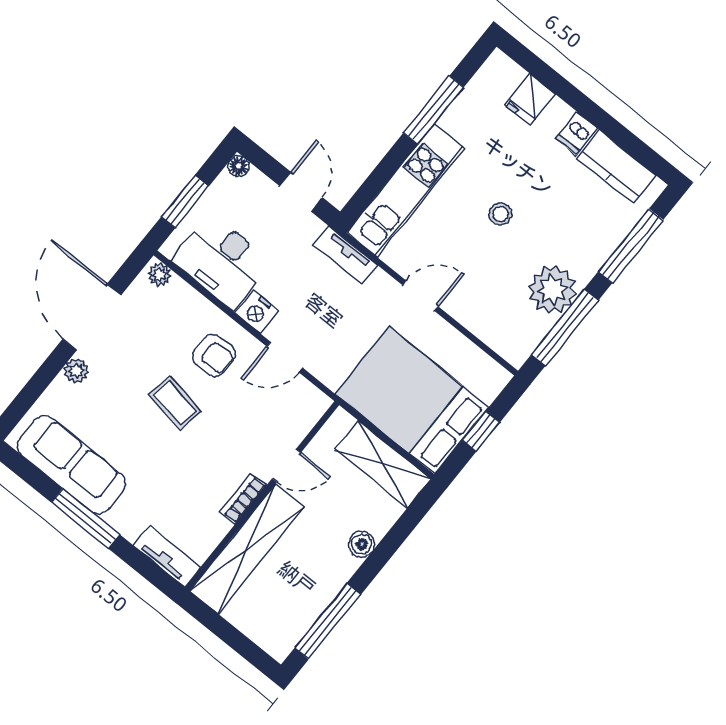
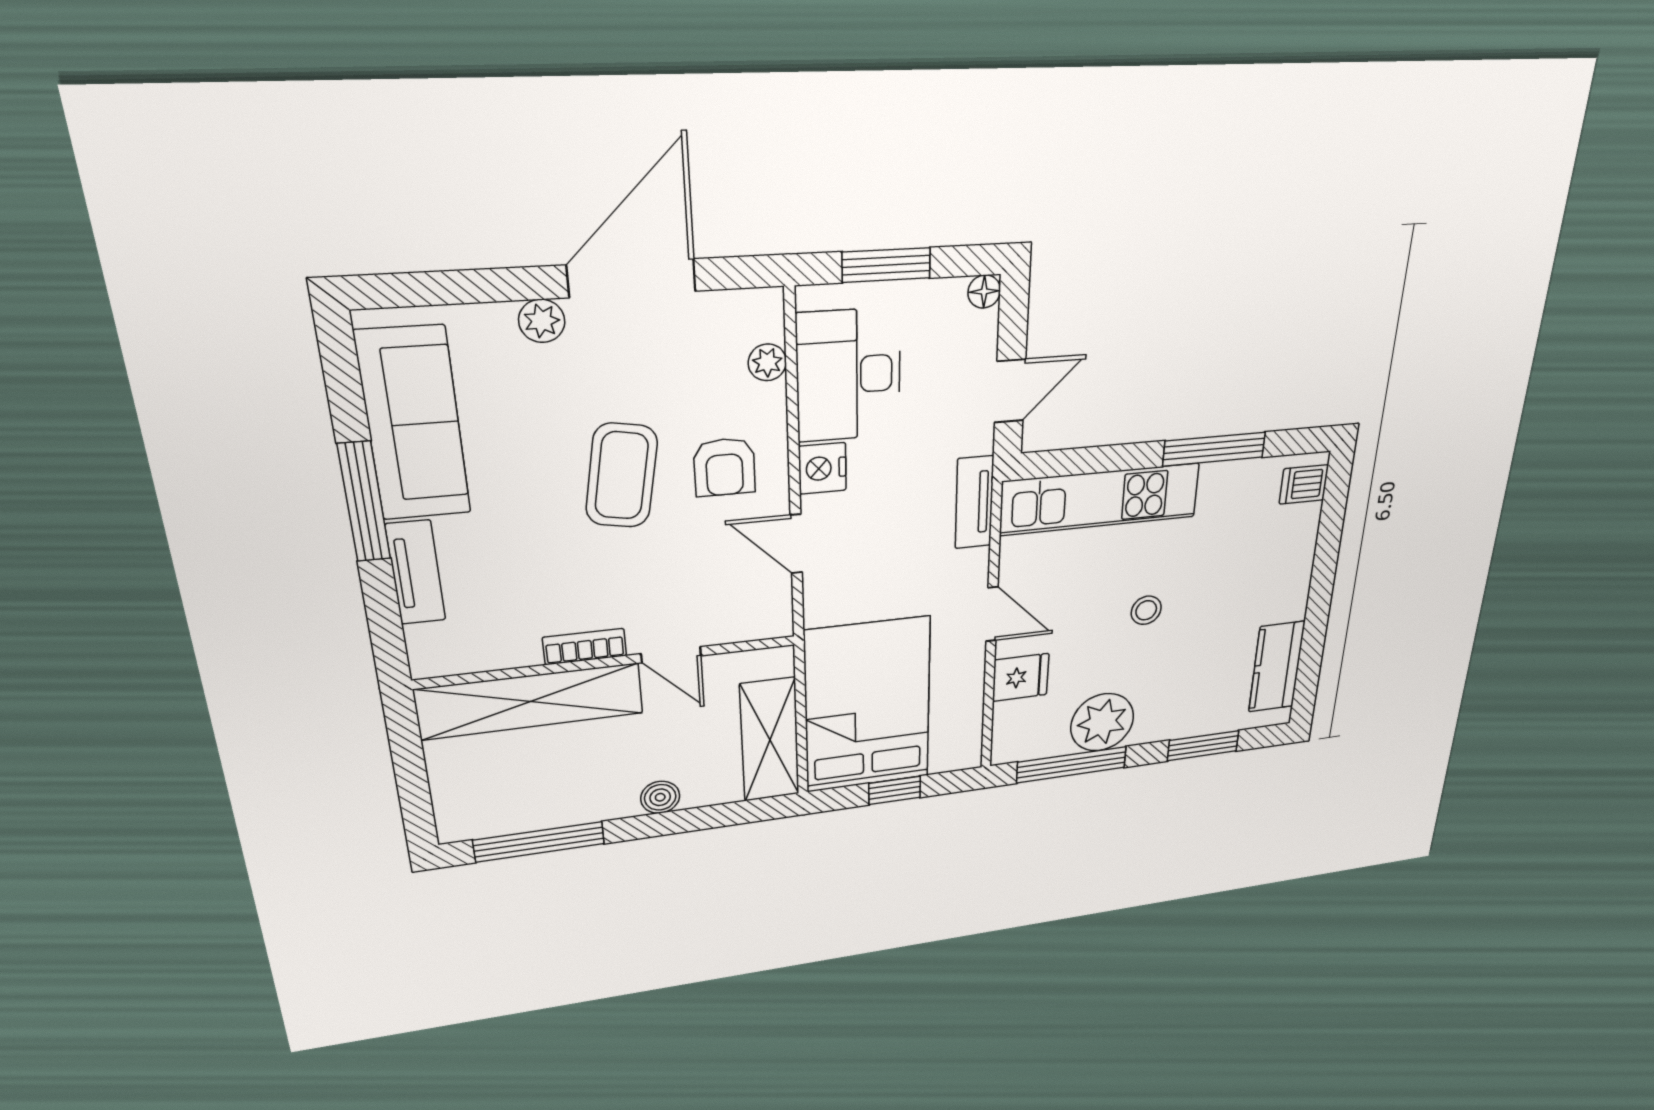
fridge: (530, 100) -> (1021, 677), moved, turned 180
dishwasher: (577, 133) -> (1304, 484), moved
window: (631, 246) -> (1203, 746), width x0.69
plant: (160, 275) -> (767, 362), moved
coffee table: (175, 403) -> (622, 476), width x1.36, depth x1.30
tv unit: (167, 556) -> (416, 572), moved

